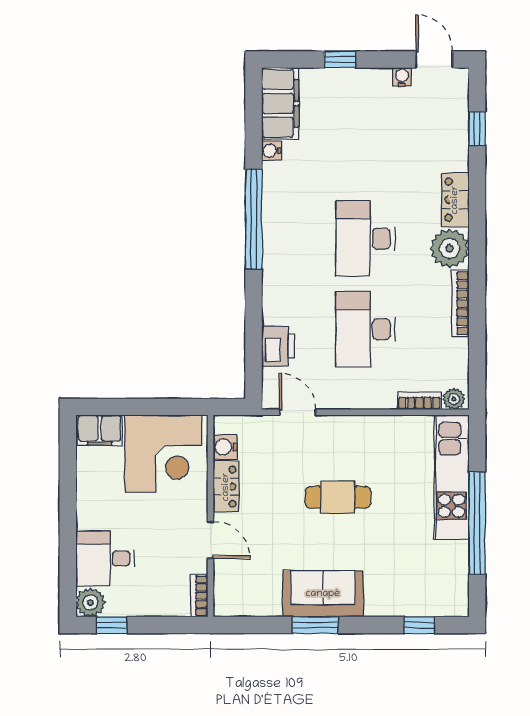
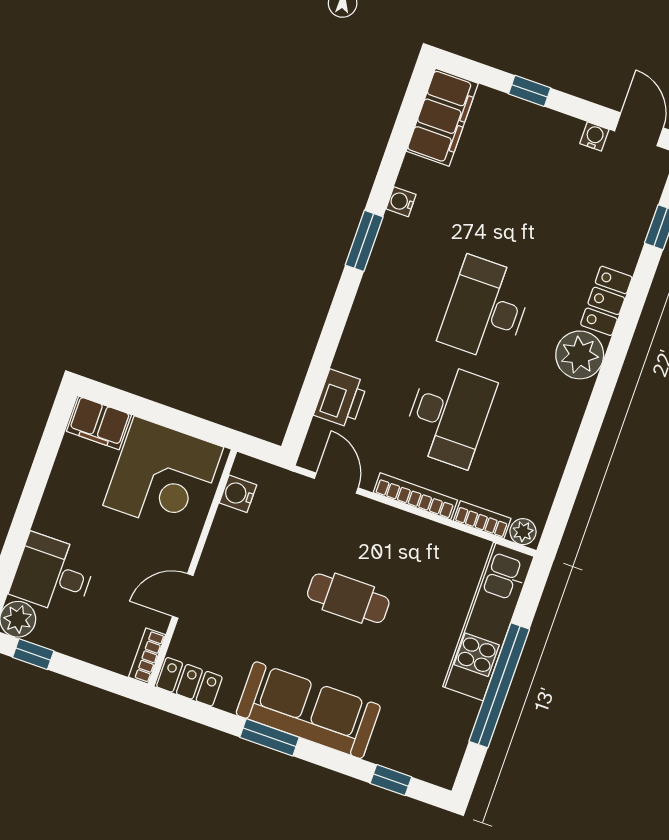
water cooler: (271, 151) -> (401, 202), moved
window: (254, 219) -> (364, 241), width x0.47
bookcase: (460, 303) -> (415, 496), moved, turned 90
desk: (365, 329) -> (449, 414), turned 180
locker: (226, 487) -> (189, 682), moved, turned -90
door: (210, 540) -> (183, 596), swing flipped
sofa: (323, 594) -> (308, 710), width x1.36

